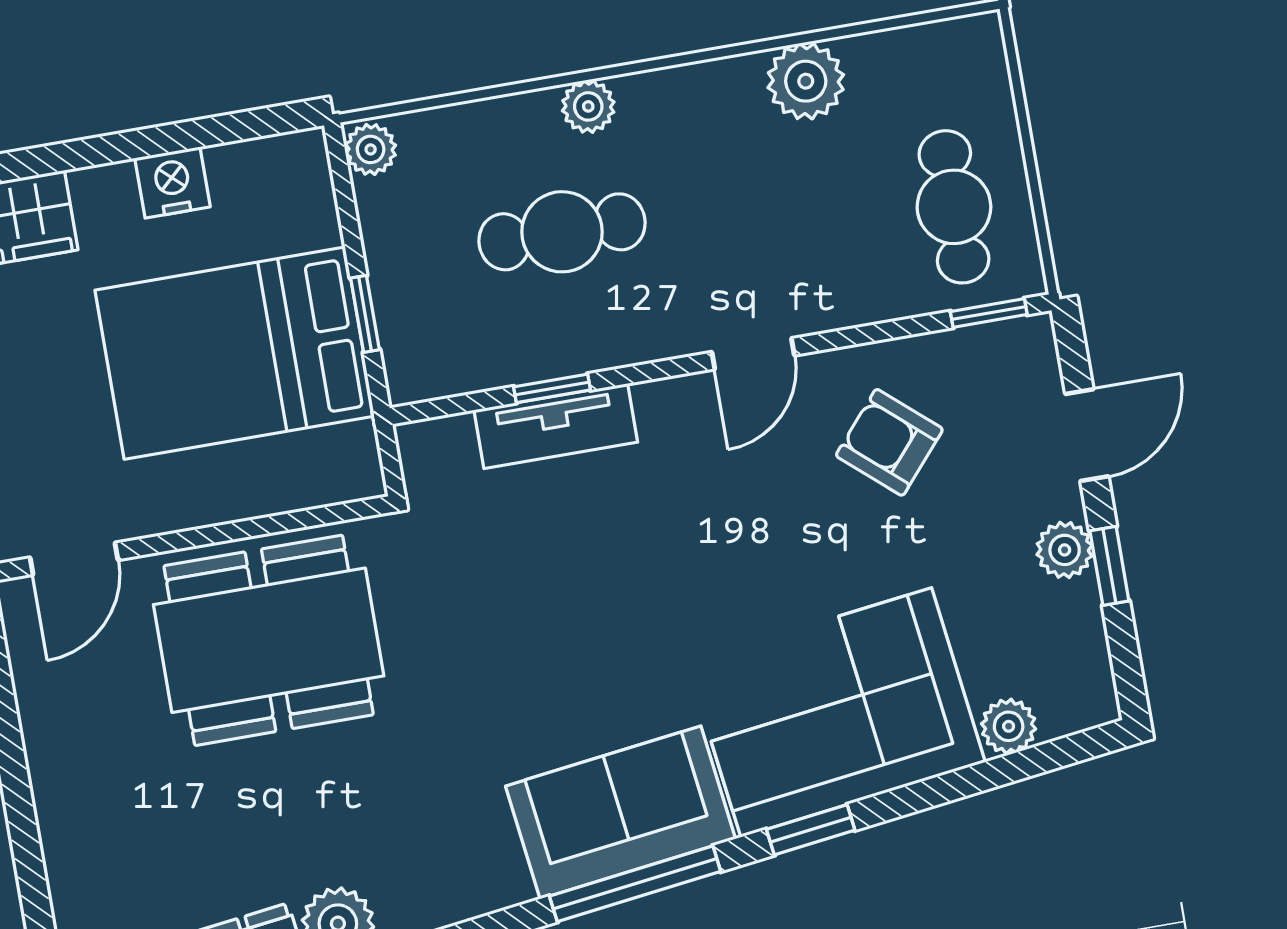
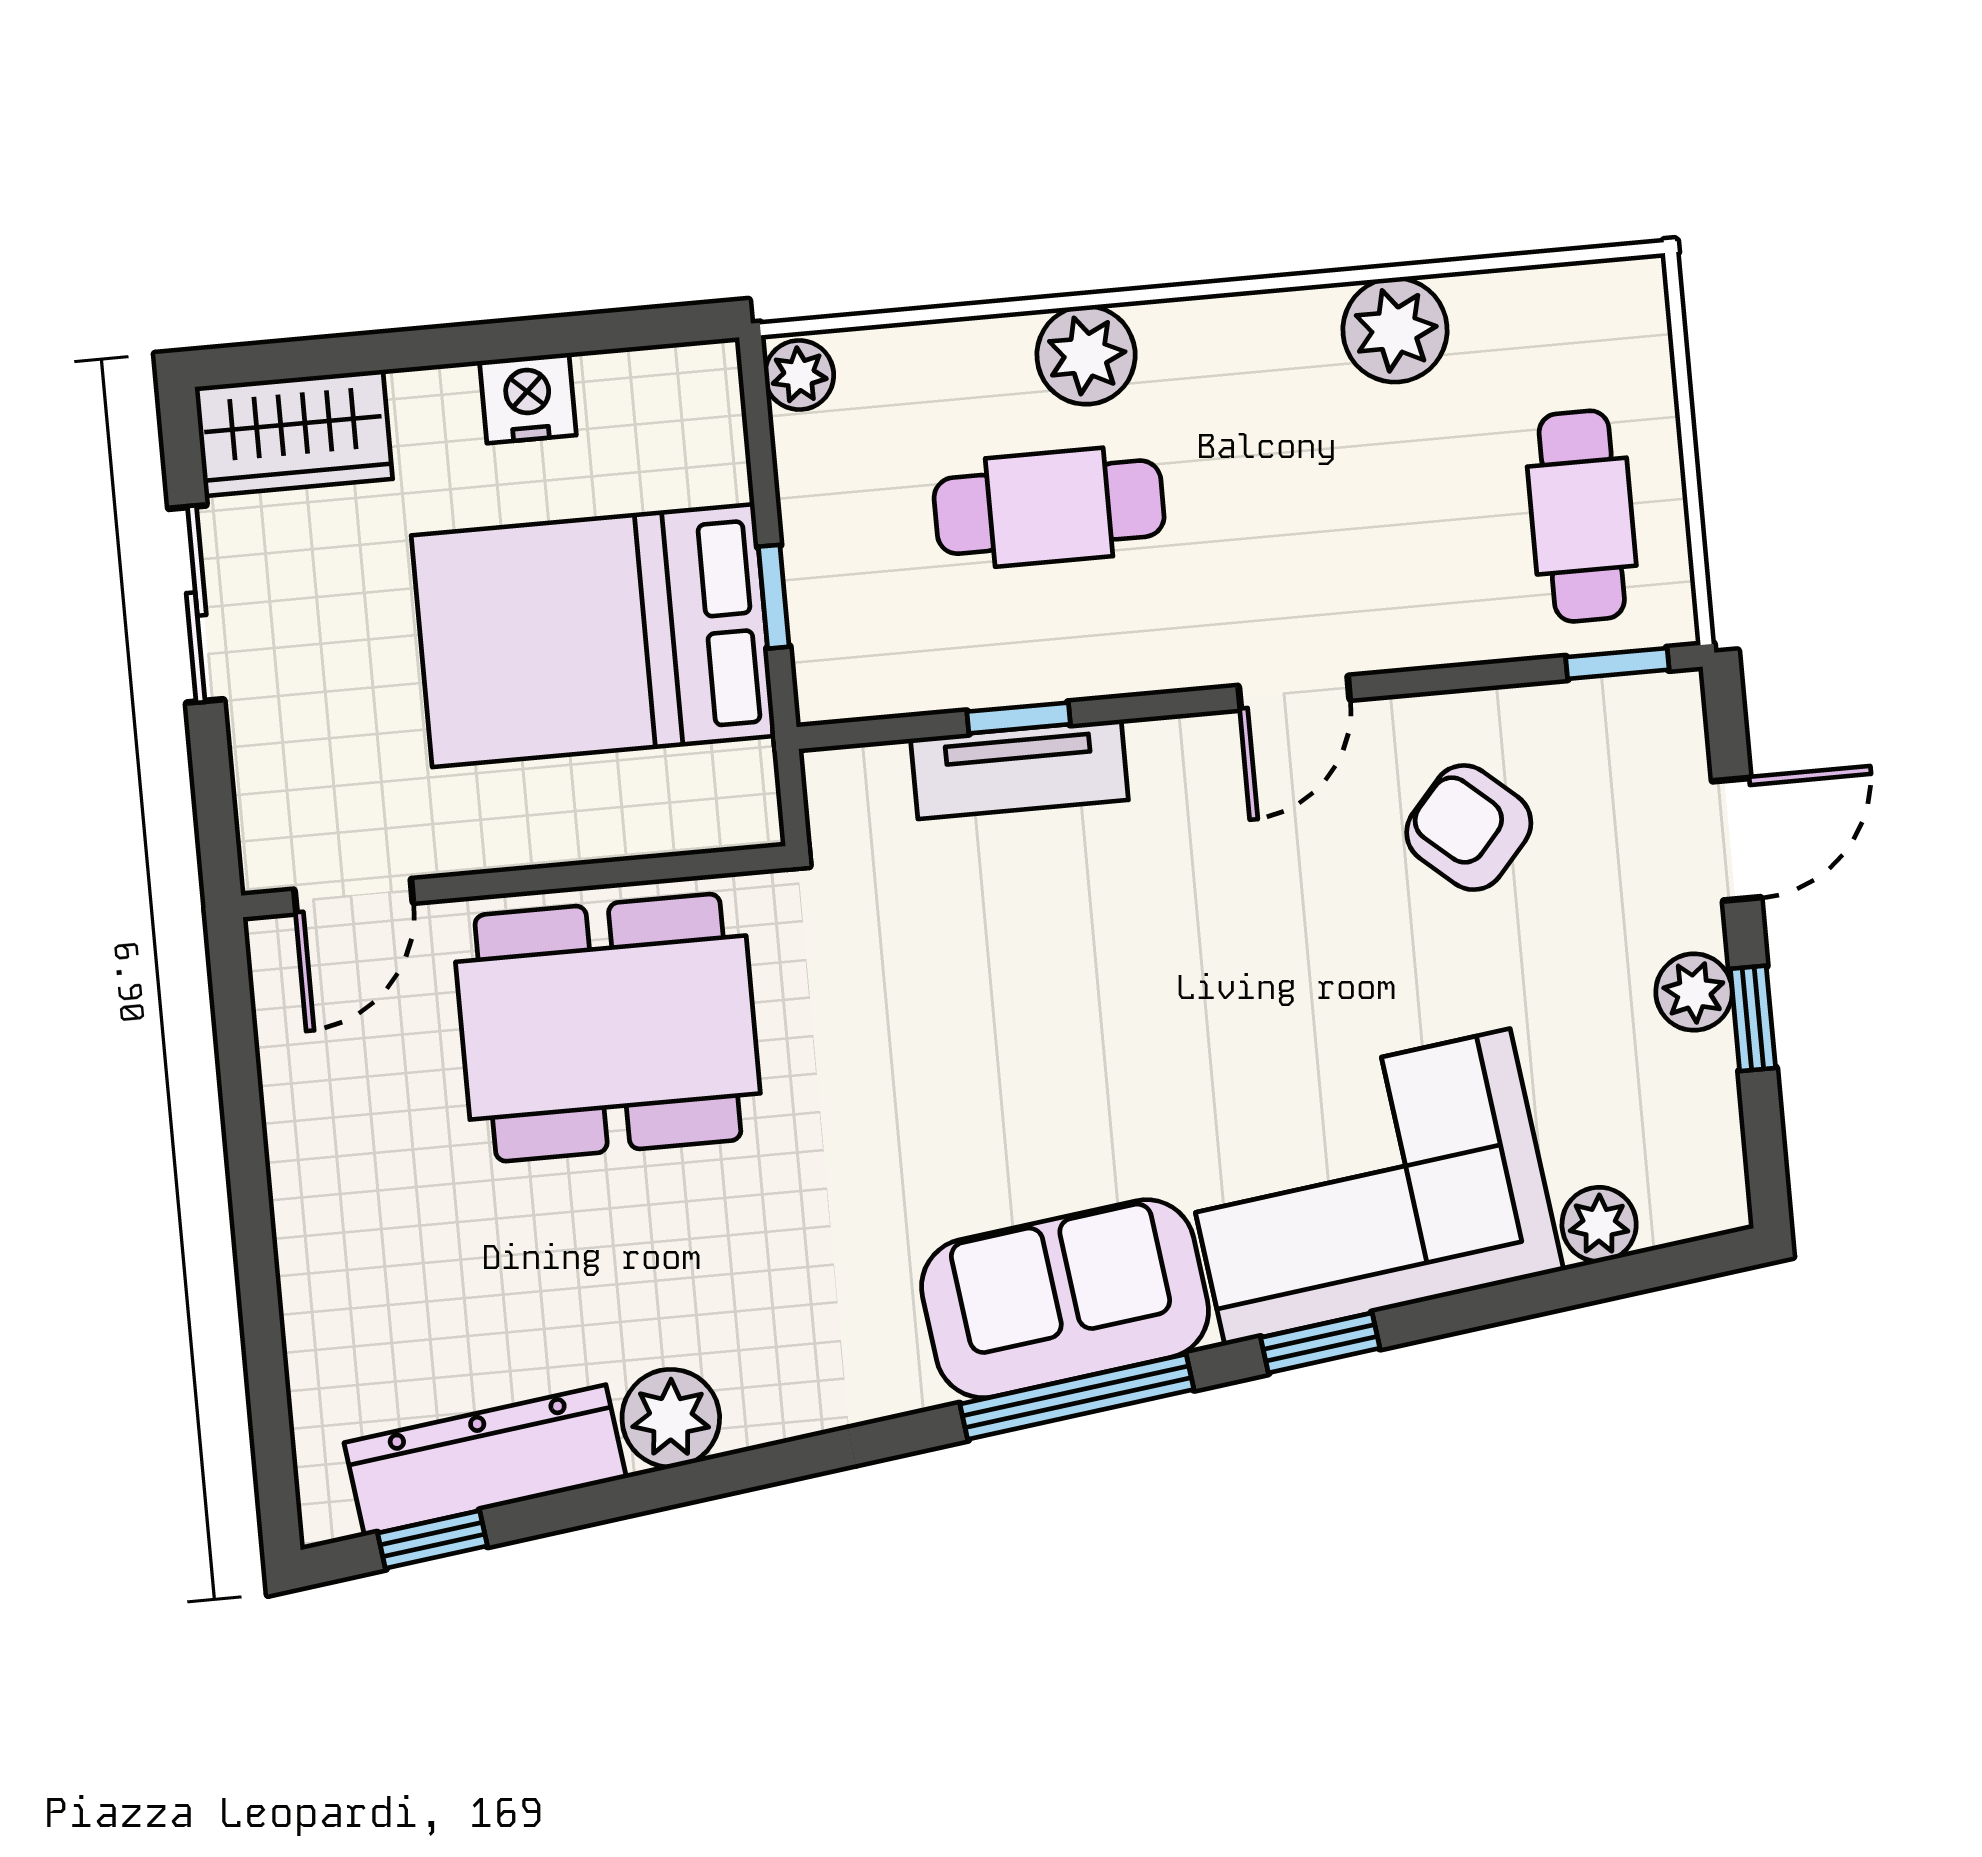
plant: (588, 106) -> (1086, 355), width x1.38, depth x1.38

